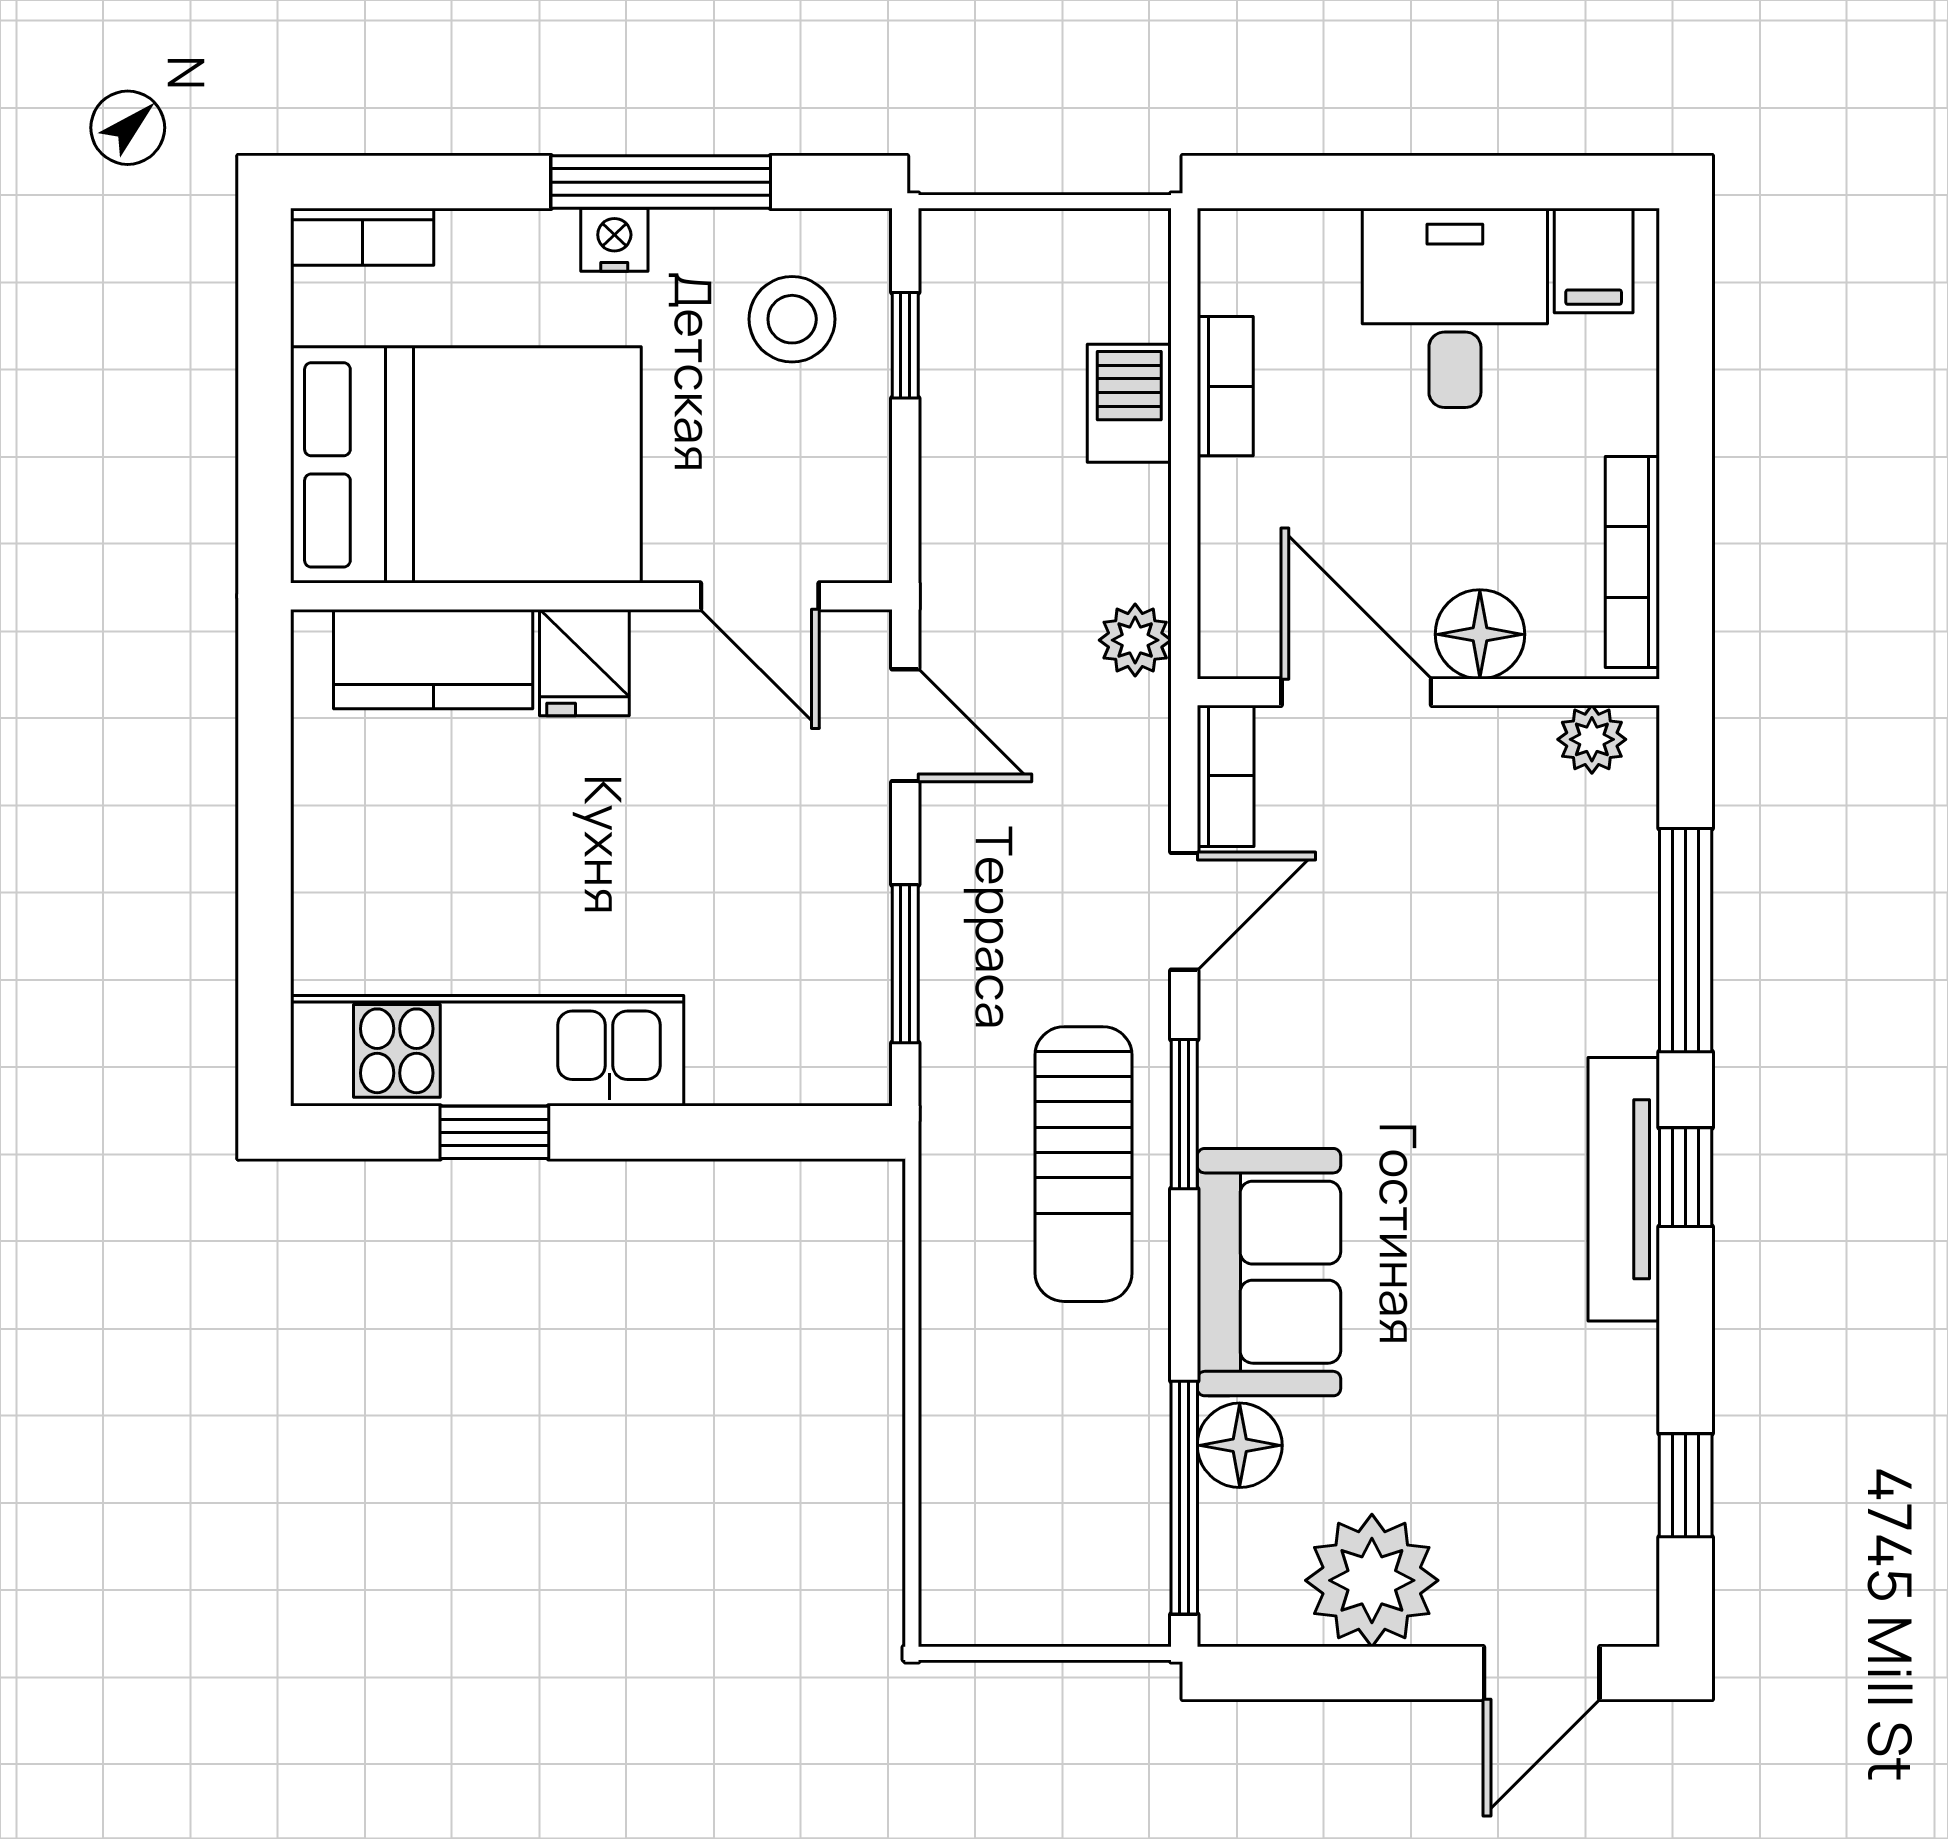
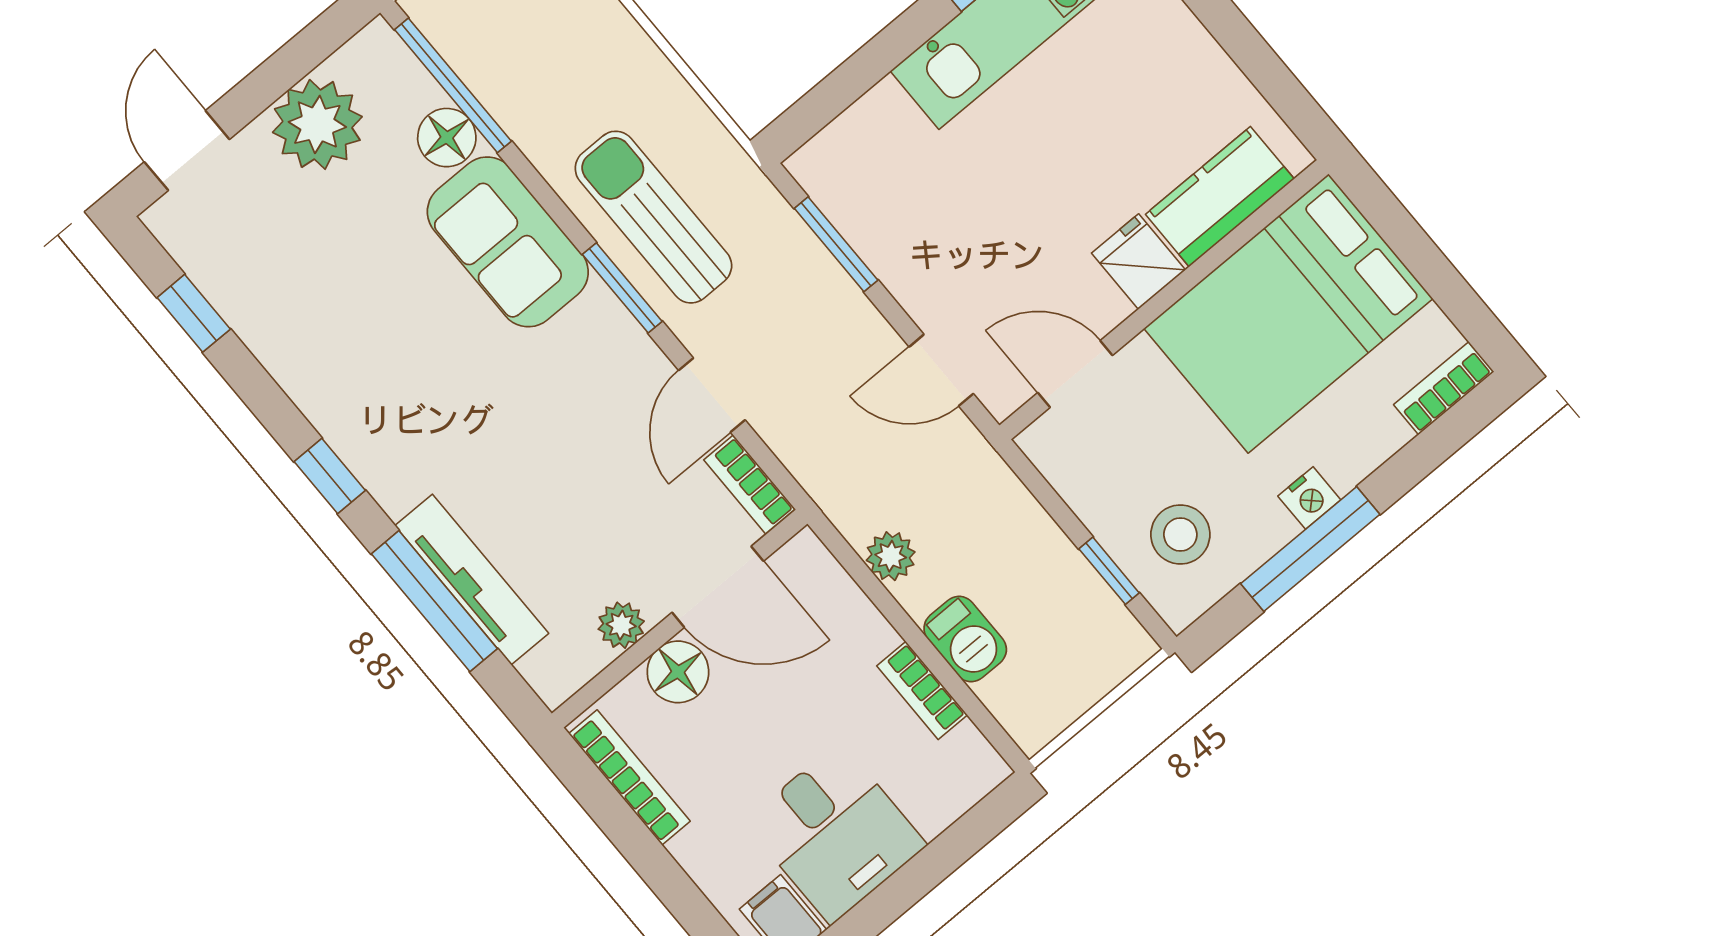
plant: (1135, 640) -> (891, 556), moved
plant: (1592, 739) -> (621, 625), moved
tv unit: (1624, 1189) -> (472, 579), moved

